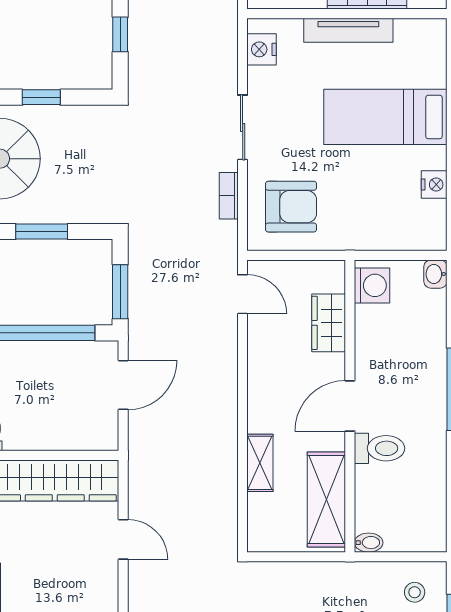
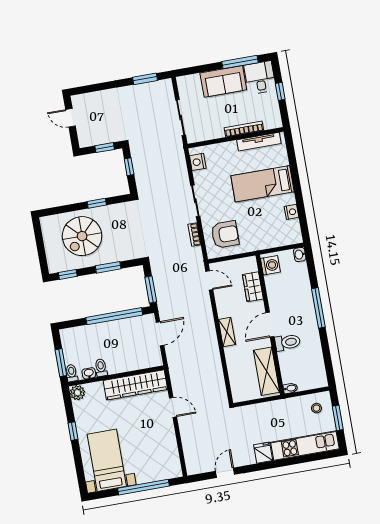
tv unit: (348, 30) -> (259, 142), moved
shelving: (260, 463) -> (227, 332), moved

